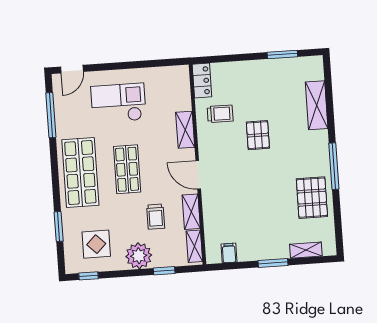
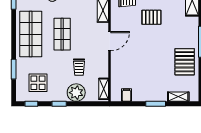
pallet: (258, 135) -> (151, 17), turned 90
door: (198, 175) -> (110, 41), swing flipped
shelving: (191, 212) -> (103, 66), removed
plant: (139, 256) -> (76, 93), moved
window: (164, 271) -> (59, 104), moved

